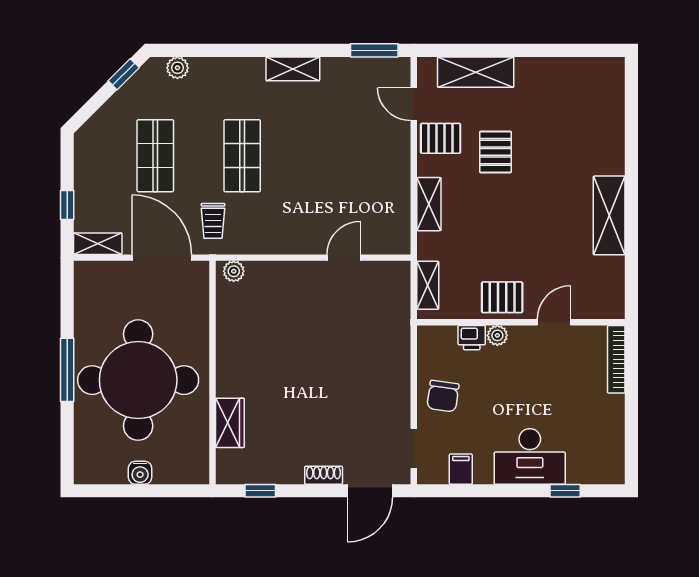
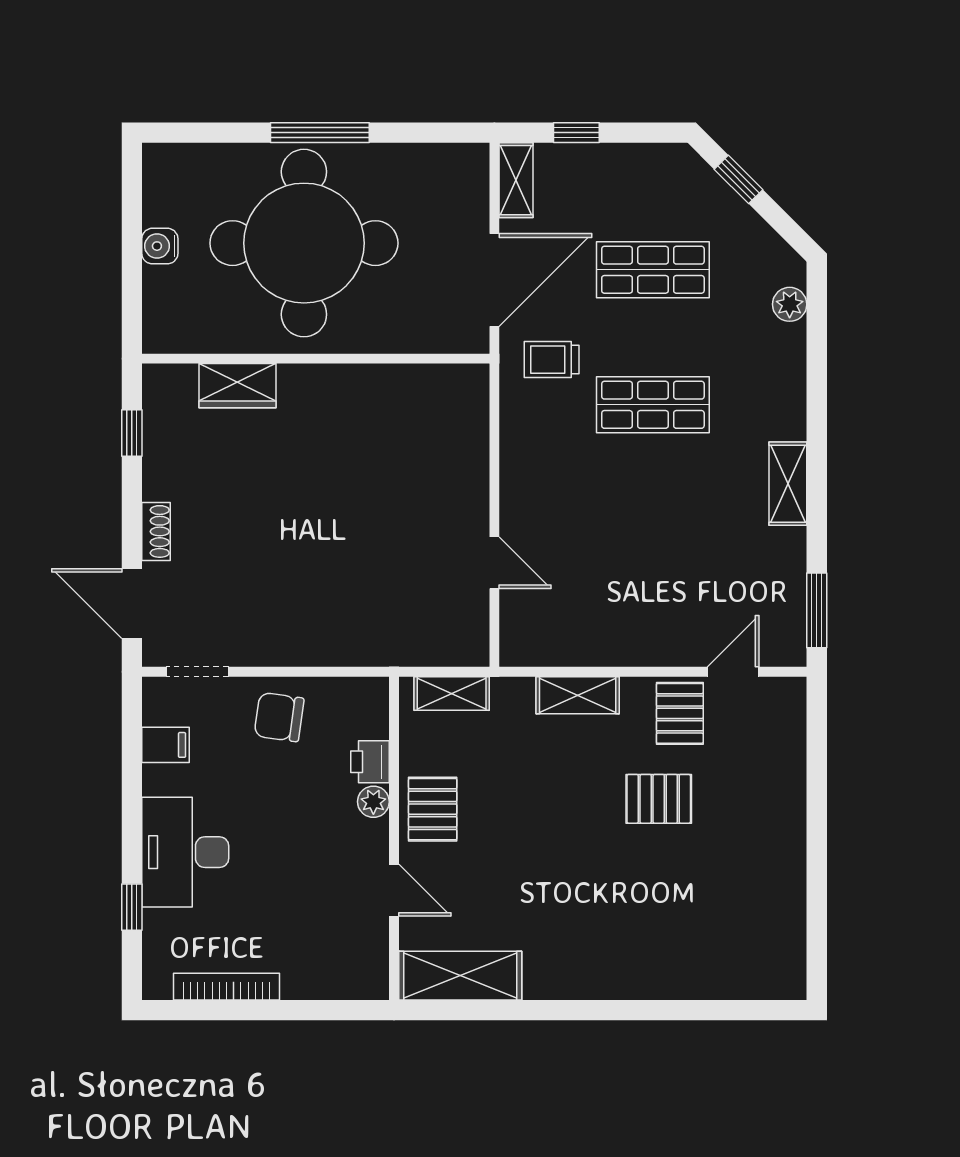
shelving: (476, 72) -> (783, 768), removed
window: (124, 74) -> (739, 179), moved
shelving: (609, 215) -> (460, 976), moved
plant: (234, 271) -> (473, 392), removed
bookcase: (616, 359) -> (227, 987), moved

